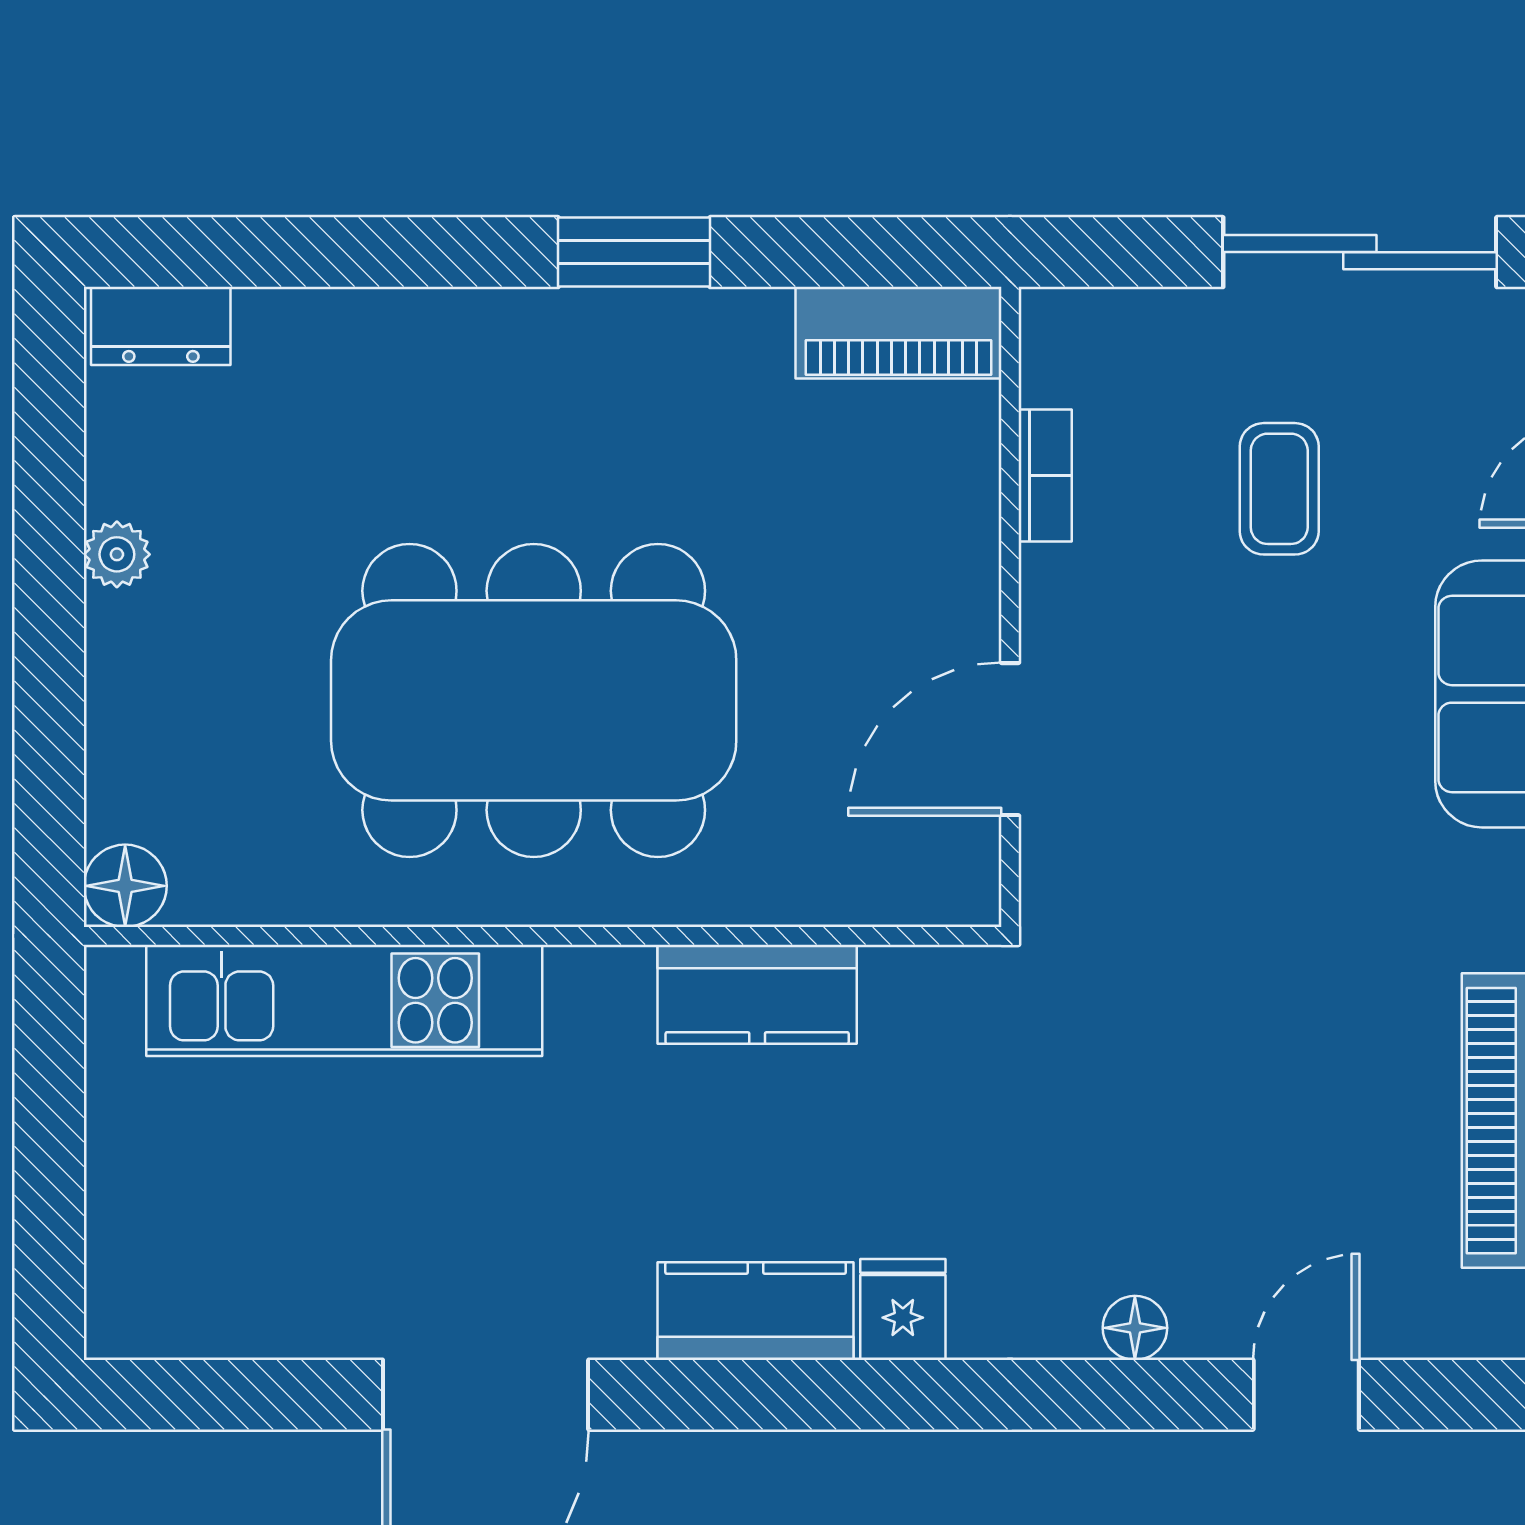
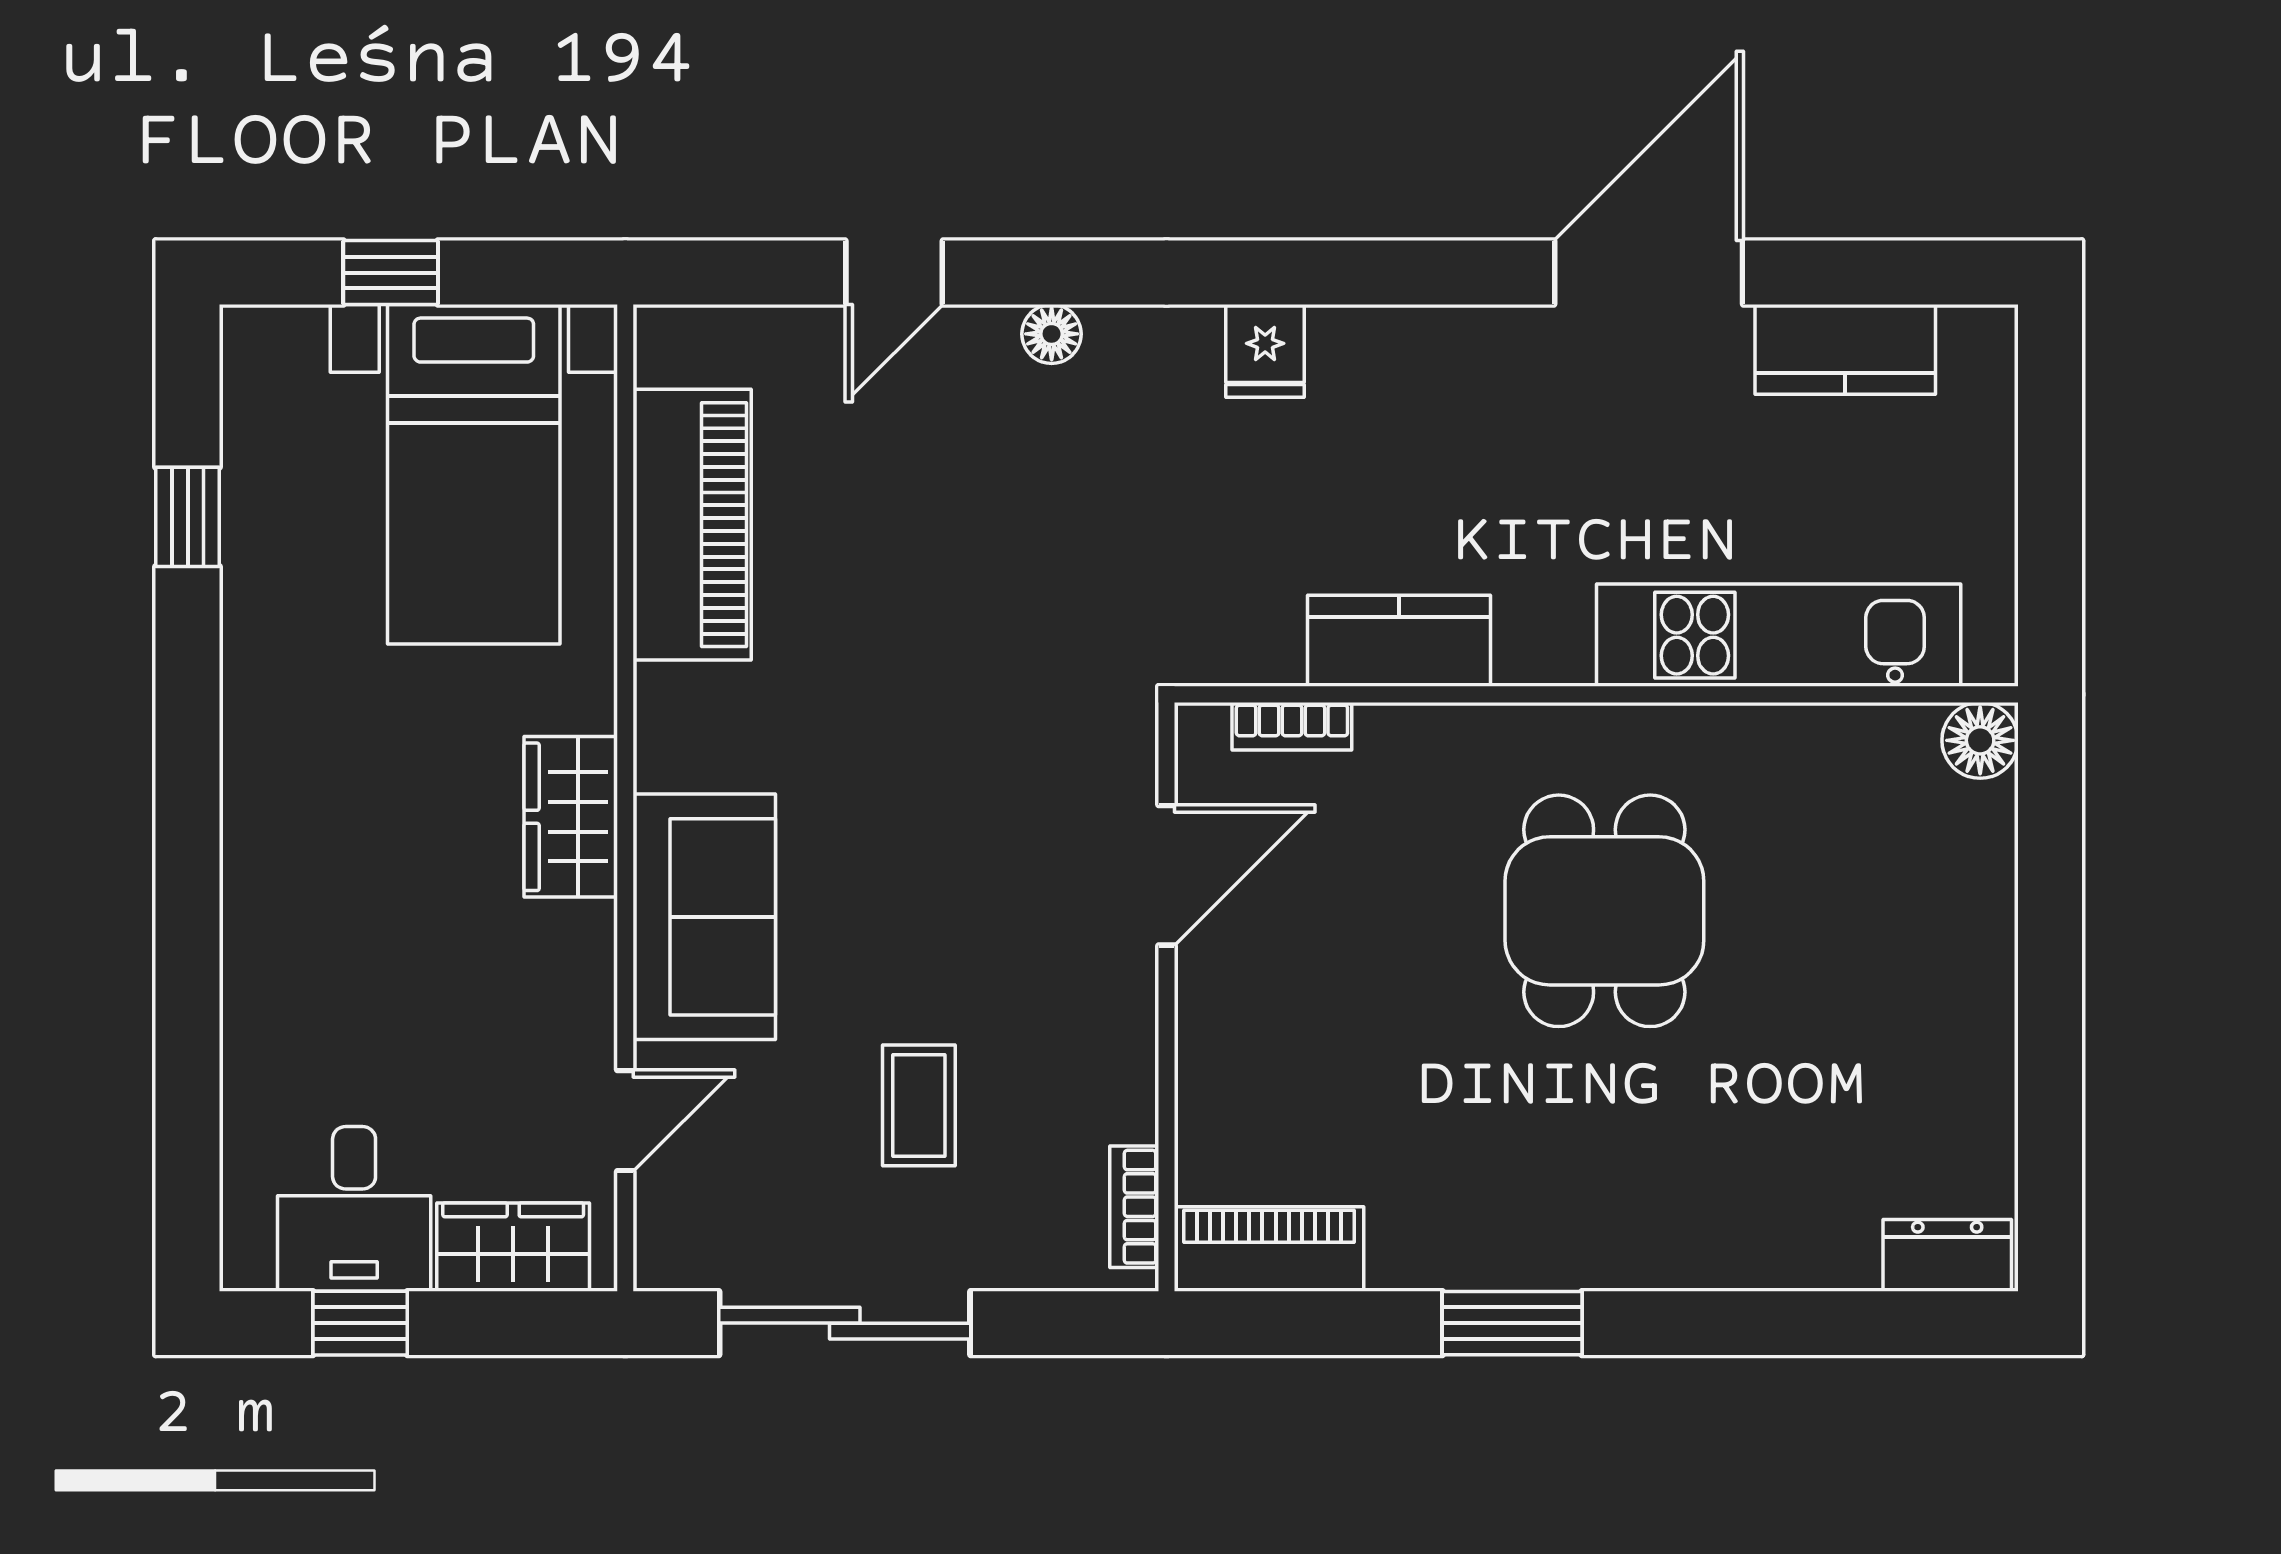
bookcase: (1045, 475) -> (1134, 1207), moved
plant: (117, 554) -> (1988, 1045), removed
dining table: (534, 700) -> (1604, 911), width x0.53, depth x0.80
bookcase: (874, 901) -> (1292, 726), added
kitchen counter: (756, 1311) -> (1845, 349), moved

